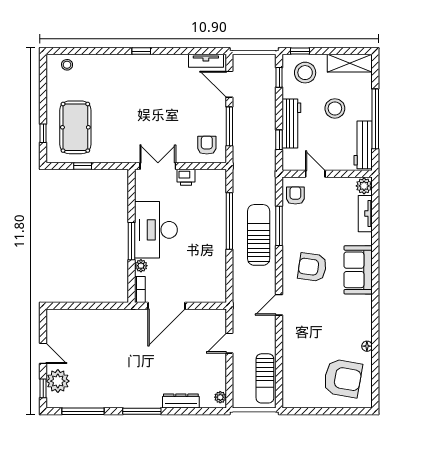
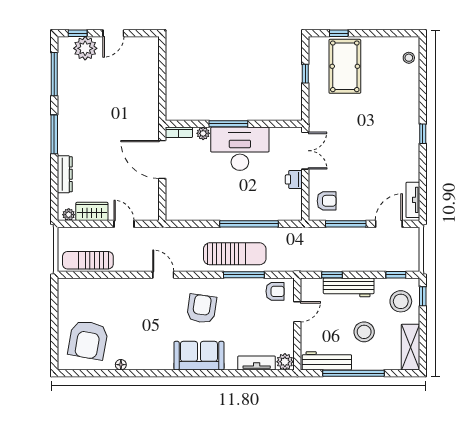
pool table: (75, 127) -> (345, 66), turned 90
wardrobe: (217, 374) -> (92, 211), added

